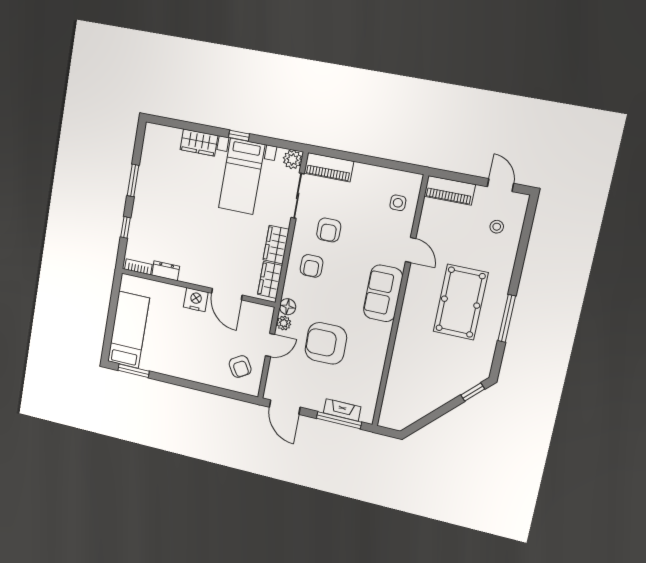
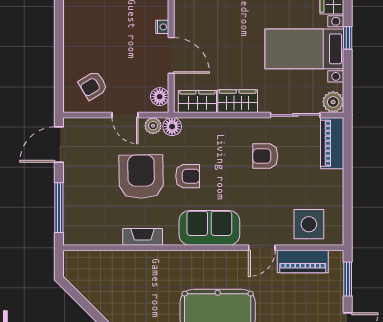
window: (456, 177) -> (348, 279), added
piano: (450, 190) -> (303, 261), moved, turned -90
side table: (398, 203) -> (309, 224), width x1.87, depth x1.87
armchair: (312, 266) -> (188, 176), moved, turned 180
door: (227, 294) -> (171, 55), swing flipped
nightstand: (196, 300) -> (162, 27), width x0.53, depth x0.56
floor lamp: (260, 312) -> (160, 97), added
fireplace: (342, 410) -> (143, 237), moved, turned -90

